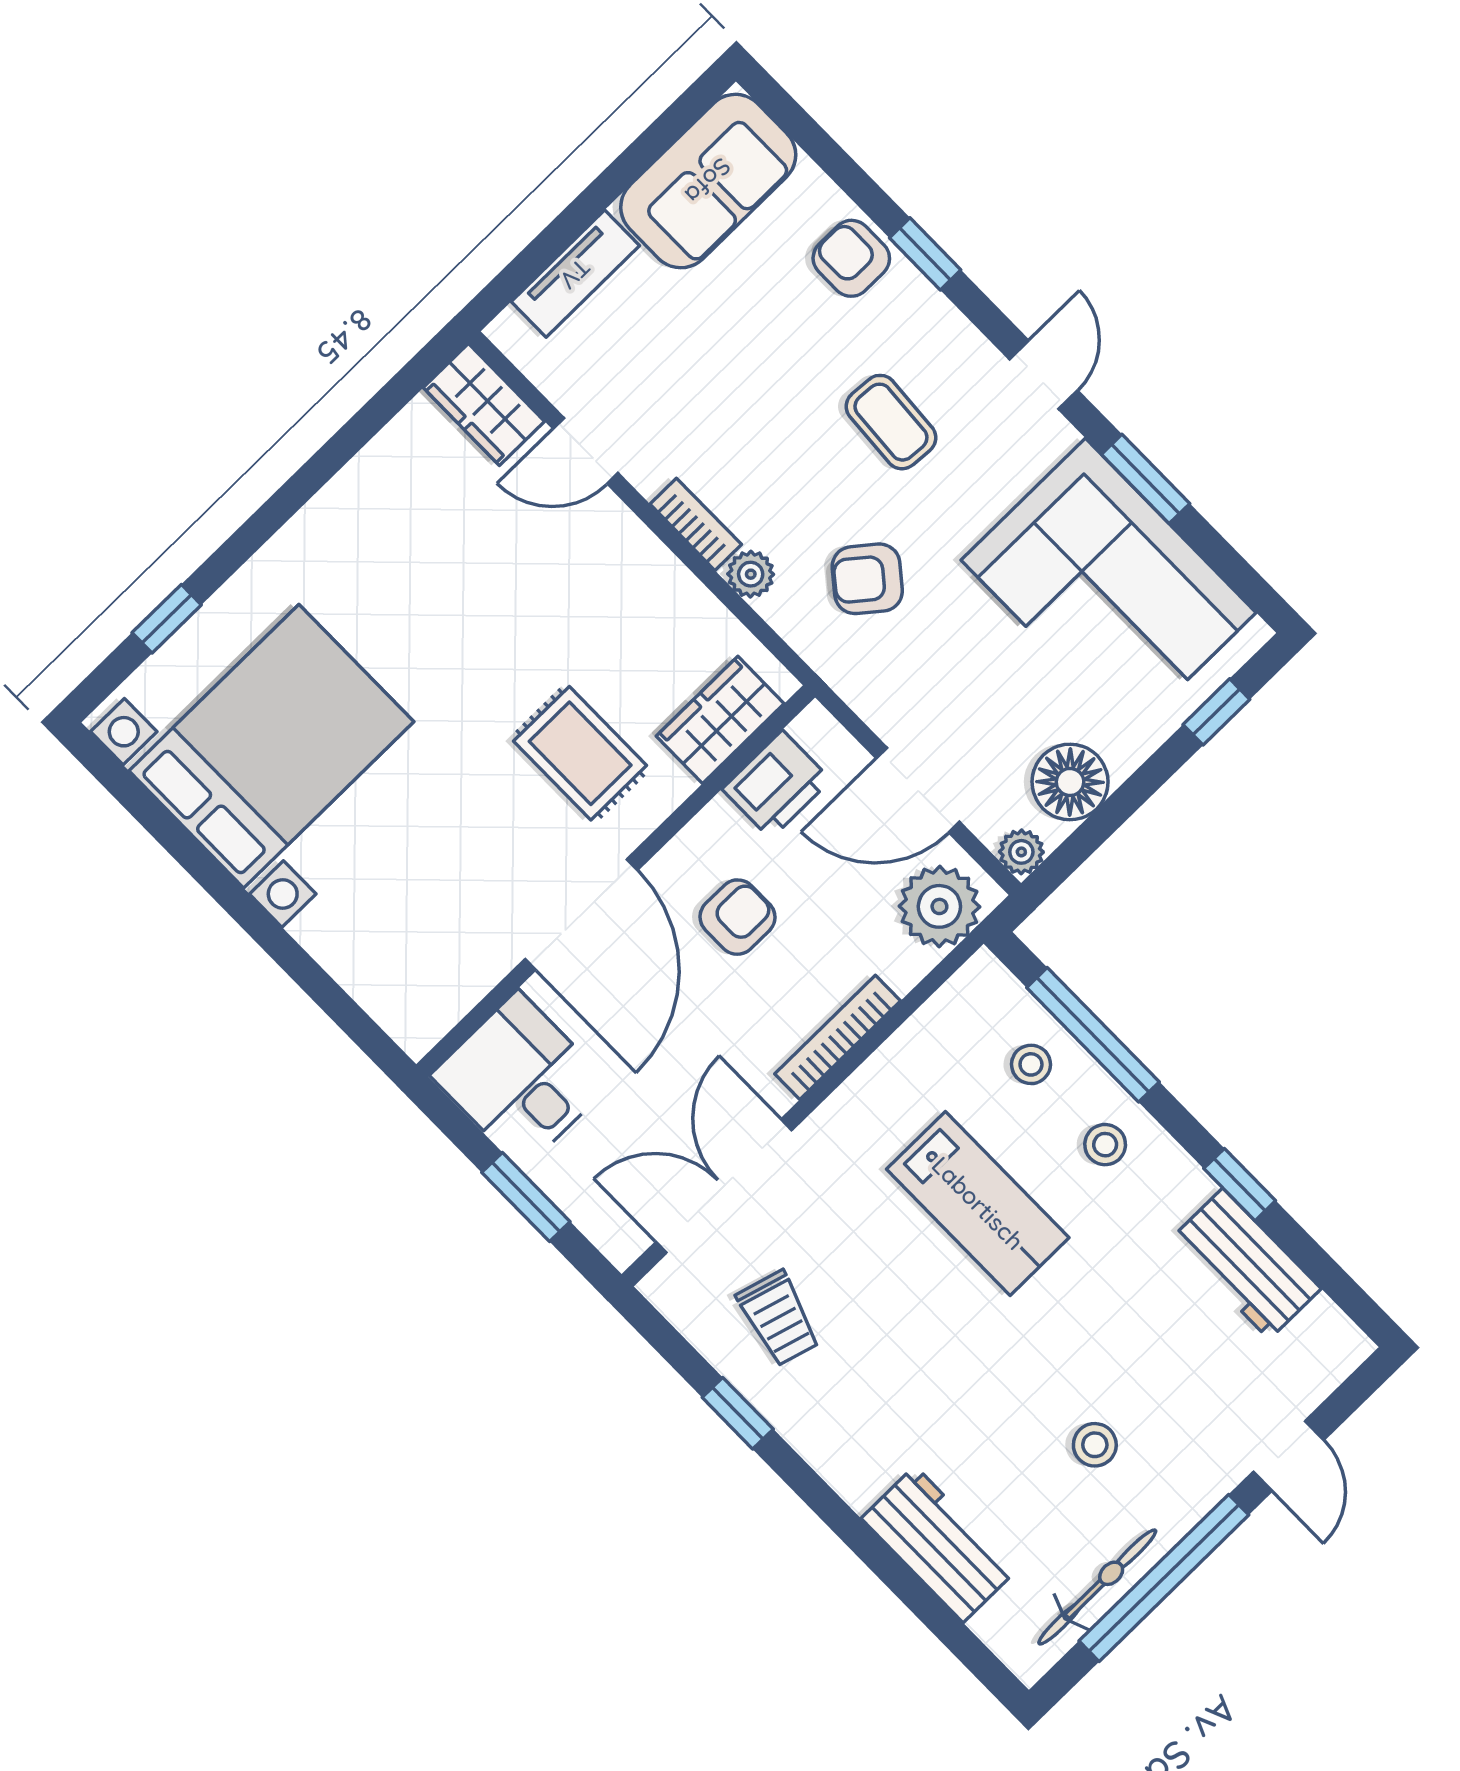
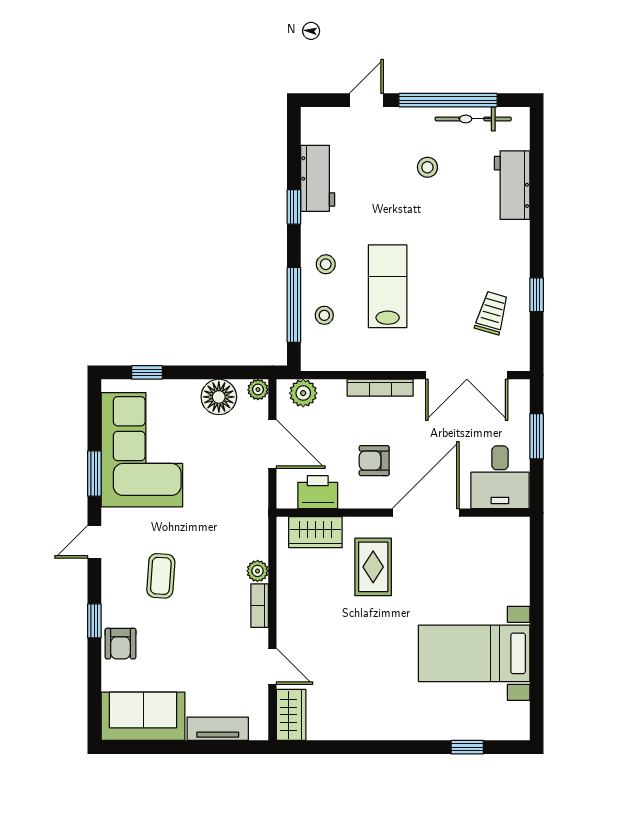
armchair: (867, 579) -> (220, 531), removed
bed with nightstands: (271, 746) -> (474, 653), width x0.73
plant: (939, 906) -> (303, 393), width x0.73, depth x0.73

